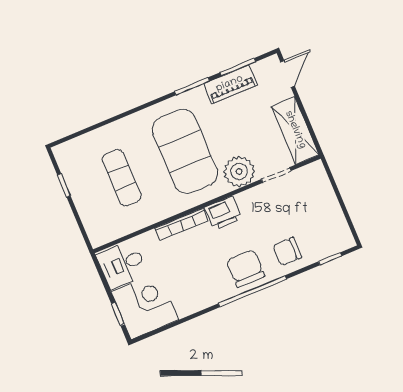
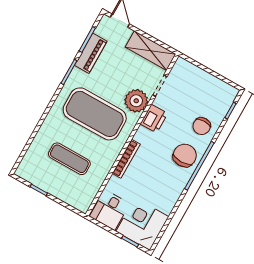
printer: (223, 213) -> (154, 119), moved
chair: (245, 269) -> (185, 155), turned 90

